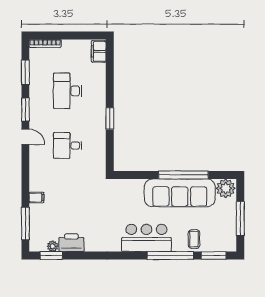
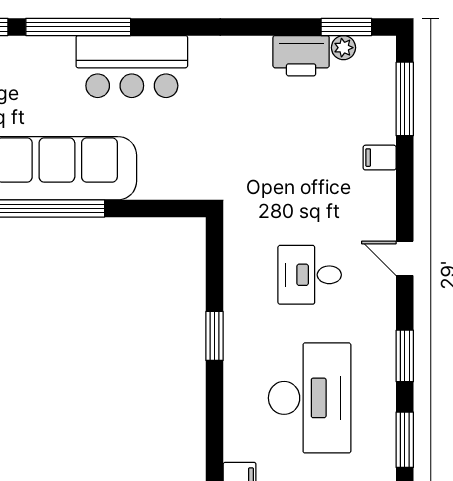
desk: (68, 91) -> (310, 398), width x1.36, depth x1.30
door: (25, 137) -> (405, 258), moved
desk: (68, 146) -> (310, 275), turned 180
coffee table: (194, 239) -> (25, 64), removed

